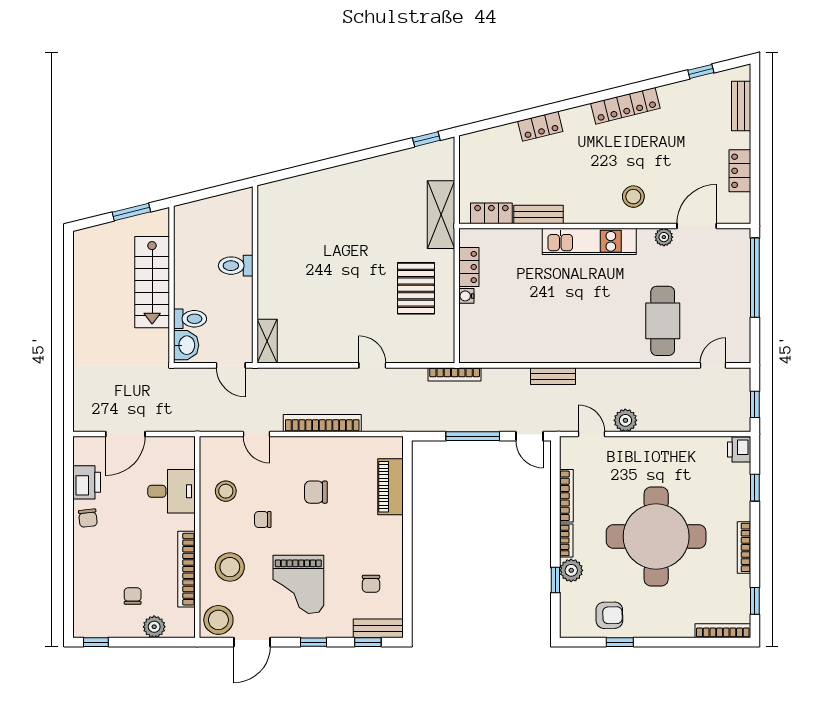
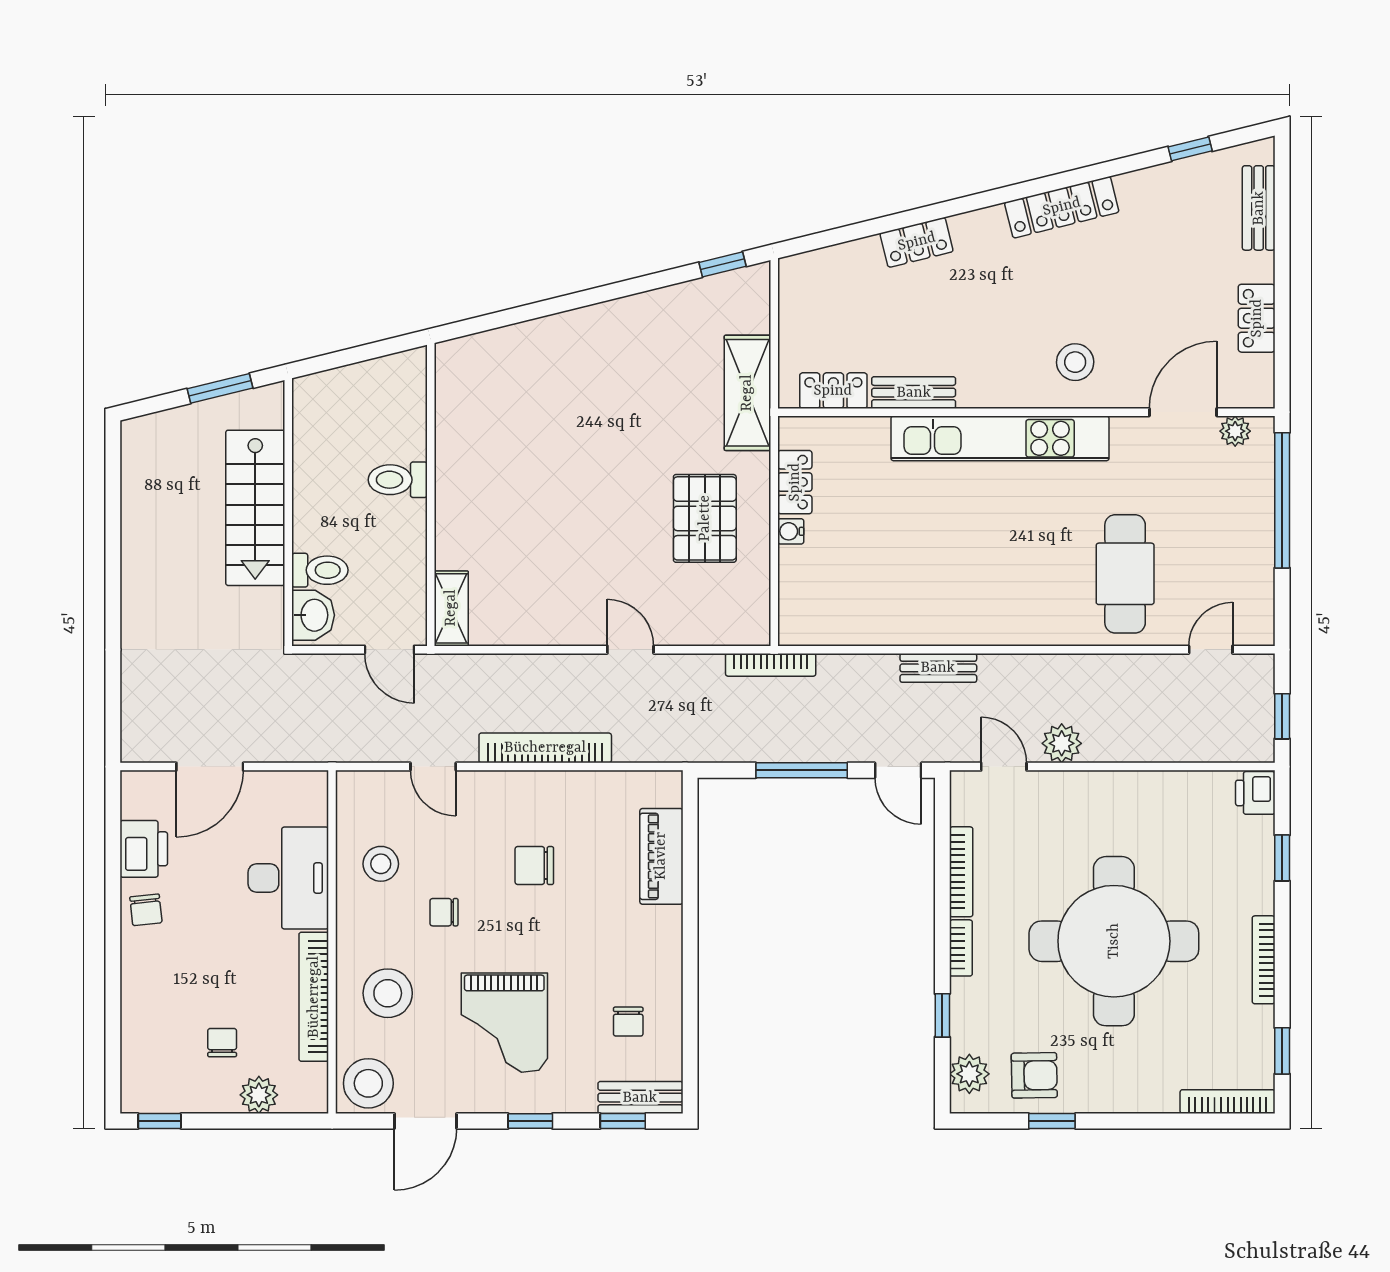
plant: (664, 237) -> (1235, 431), moved
kitchen unit: (589, 241) -> (1000, 438), width x1.36
desk: (171, 491) -> (288, 878), width x1.37
plant: (571, 570) -> (969, 1074), moved

